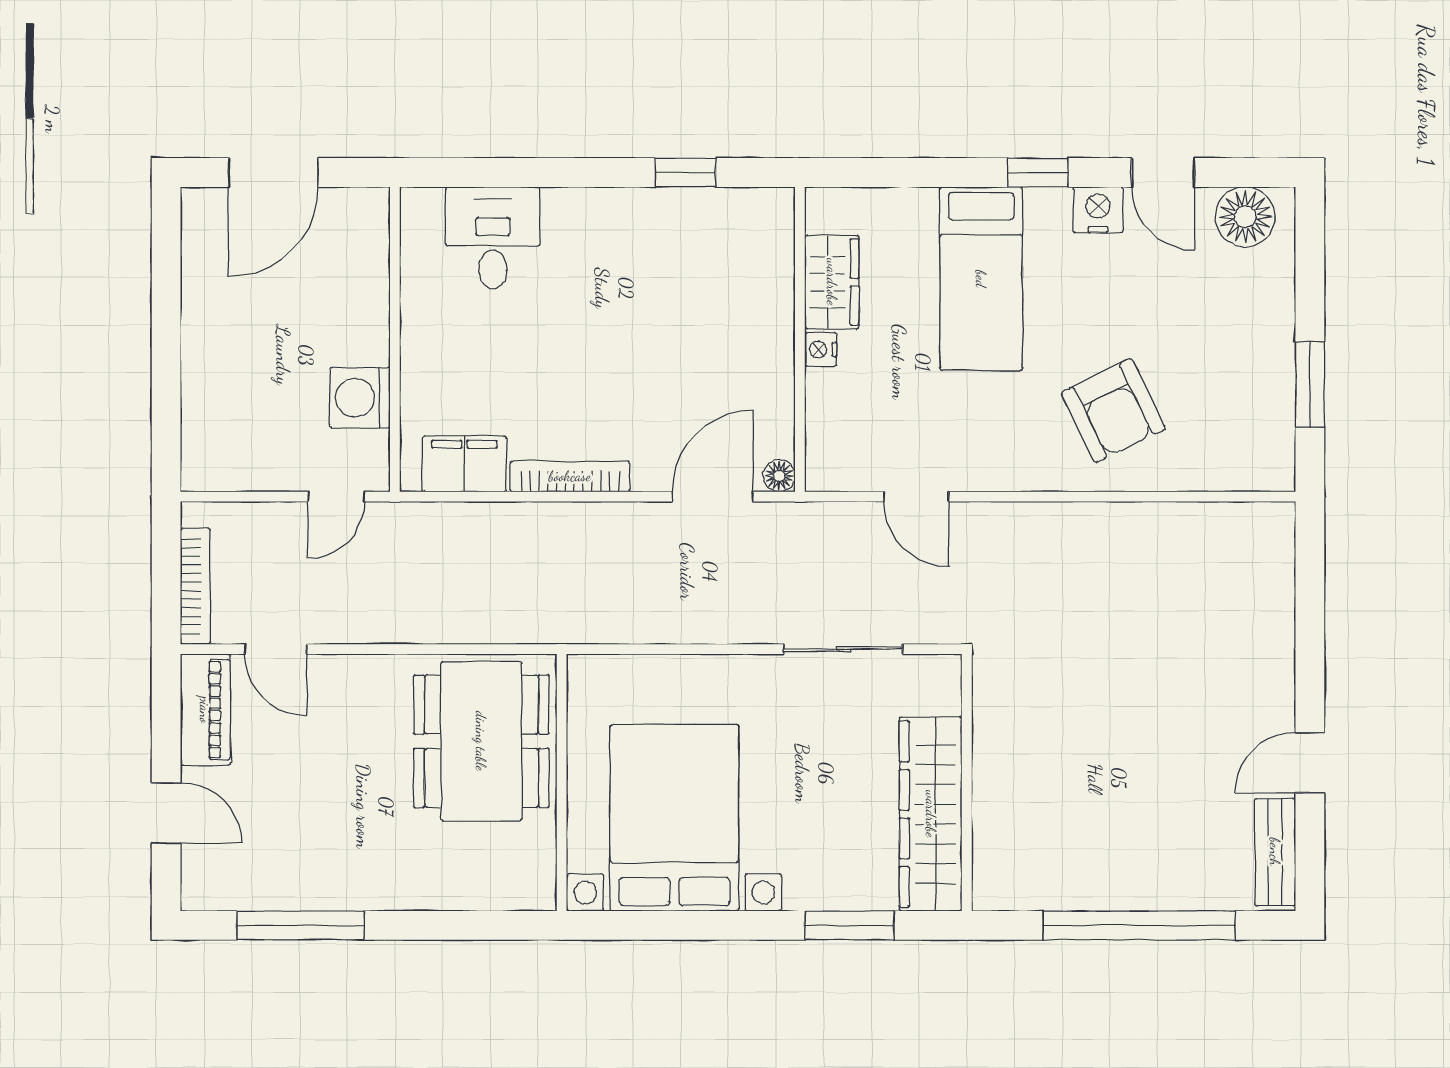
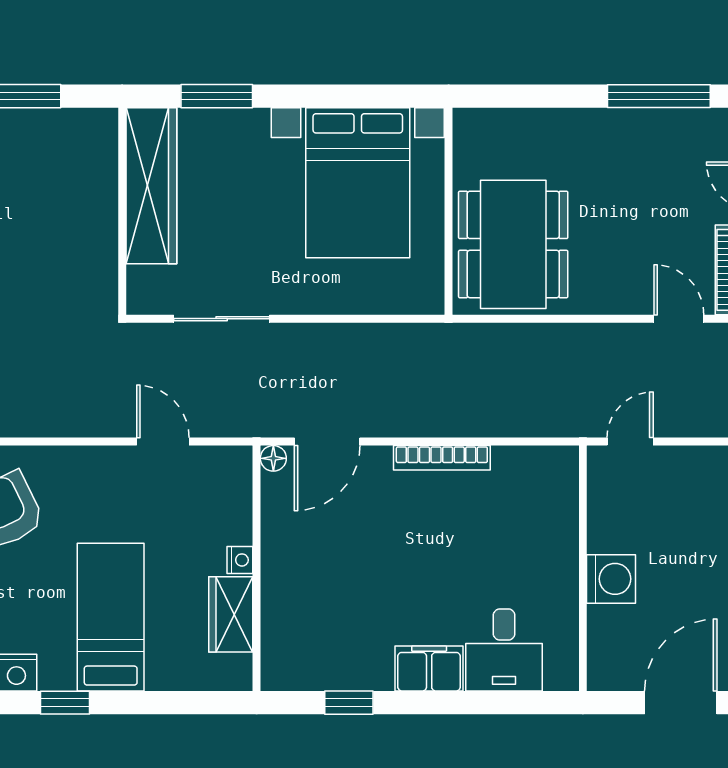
washing machine: (360, 398) -> (611, 579), moved
filing cabinet: (464, 464) -> (429, 669), moved, turned 180

